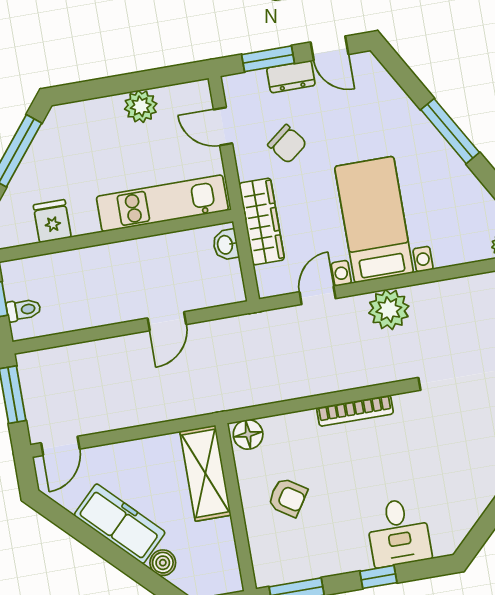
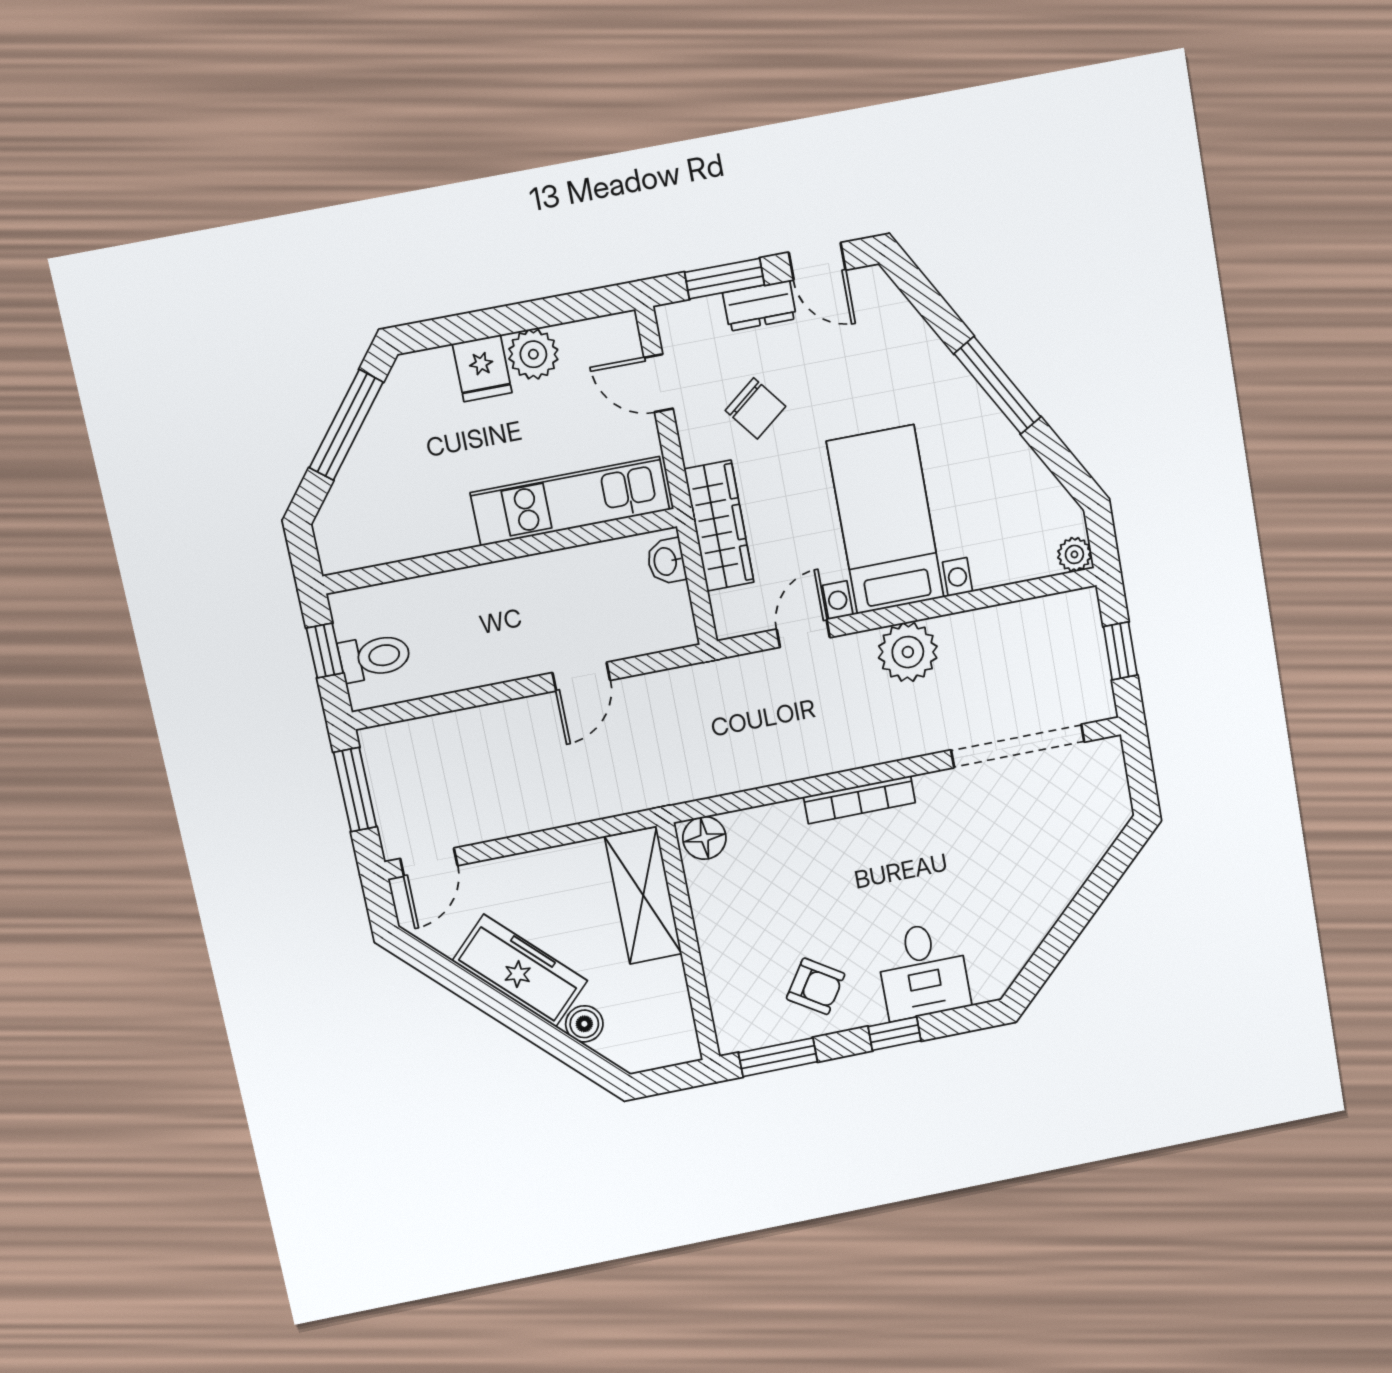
fridge: (52, 221) -> (482, 368), moved, turned 180
toilet: (24, 310) -> (375, 657), width x1.37, depth x1.39
armchair: (288, 497) -> (816, 986), moved

